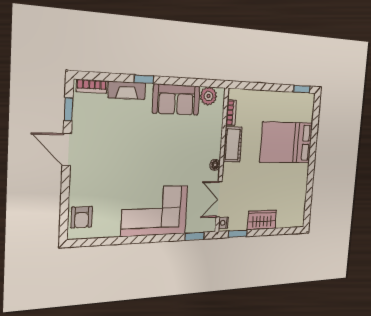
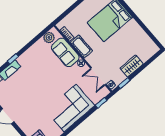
sofa: (176, 100) -> (65, 52), moved, turned 90

